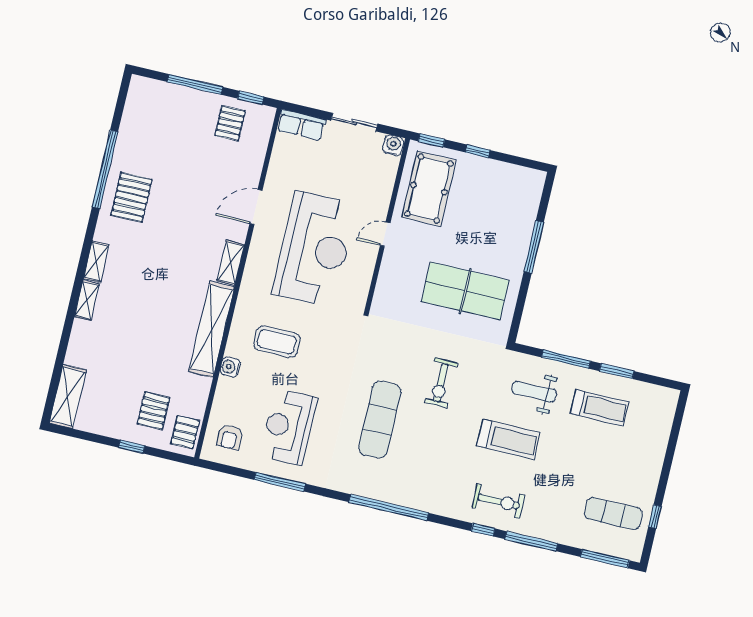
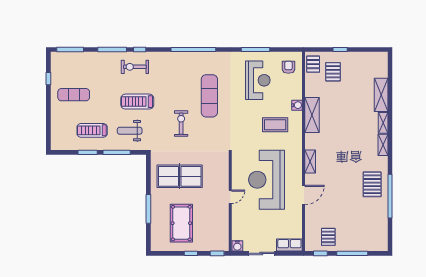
pool table: (429, 189) -> (181, 223), moved
shelving: (212, 329) -> (312, 115), width x0.68
weight bench: (534, 392) -> (130, 131), turned 180
shelving: (68, 397) -> (381, 95), moved
exercise mat: (613, 513) -> (74, 95), moved

